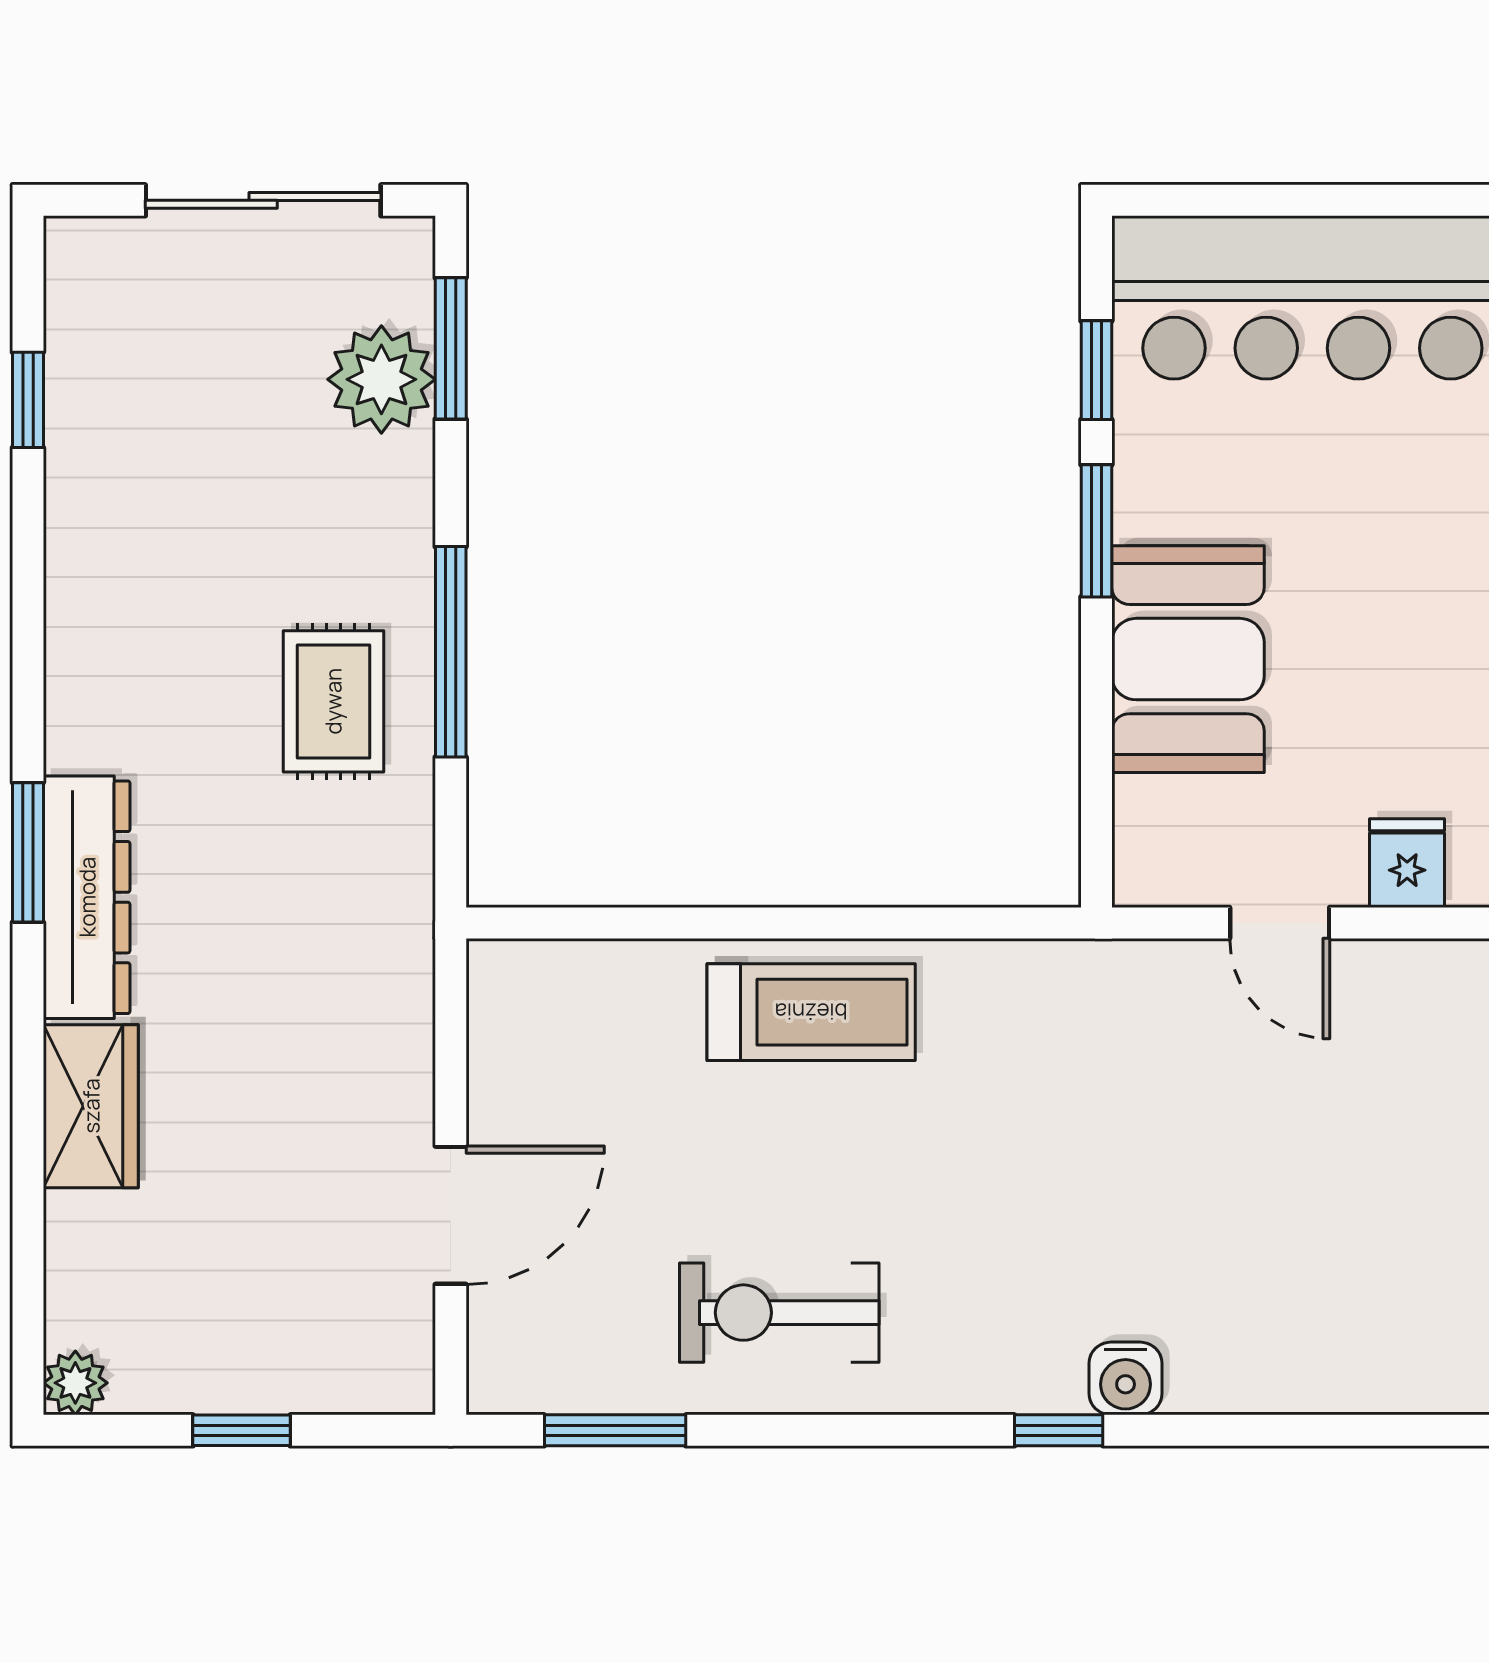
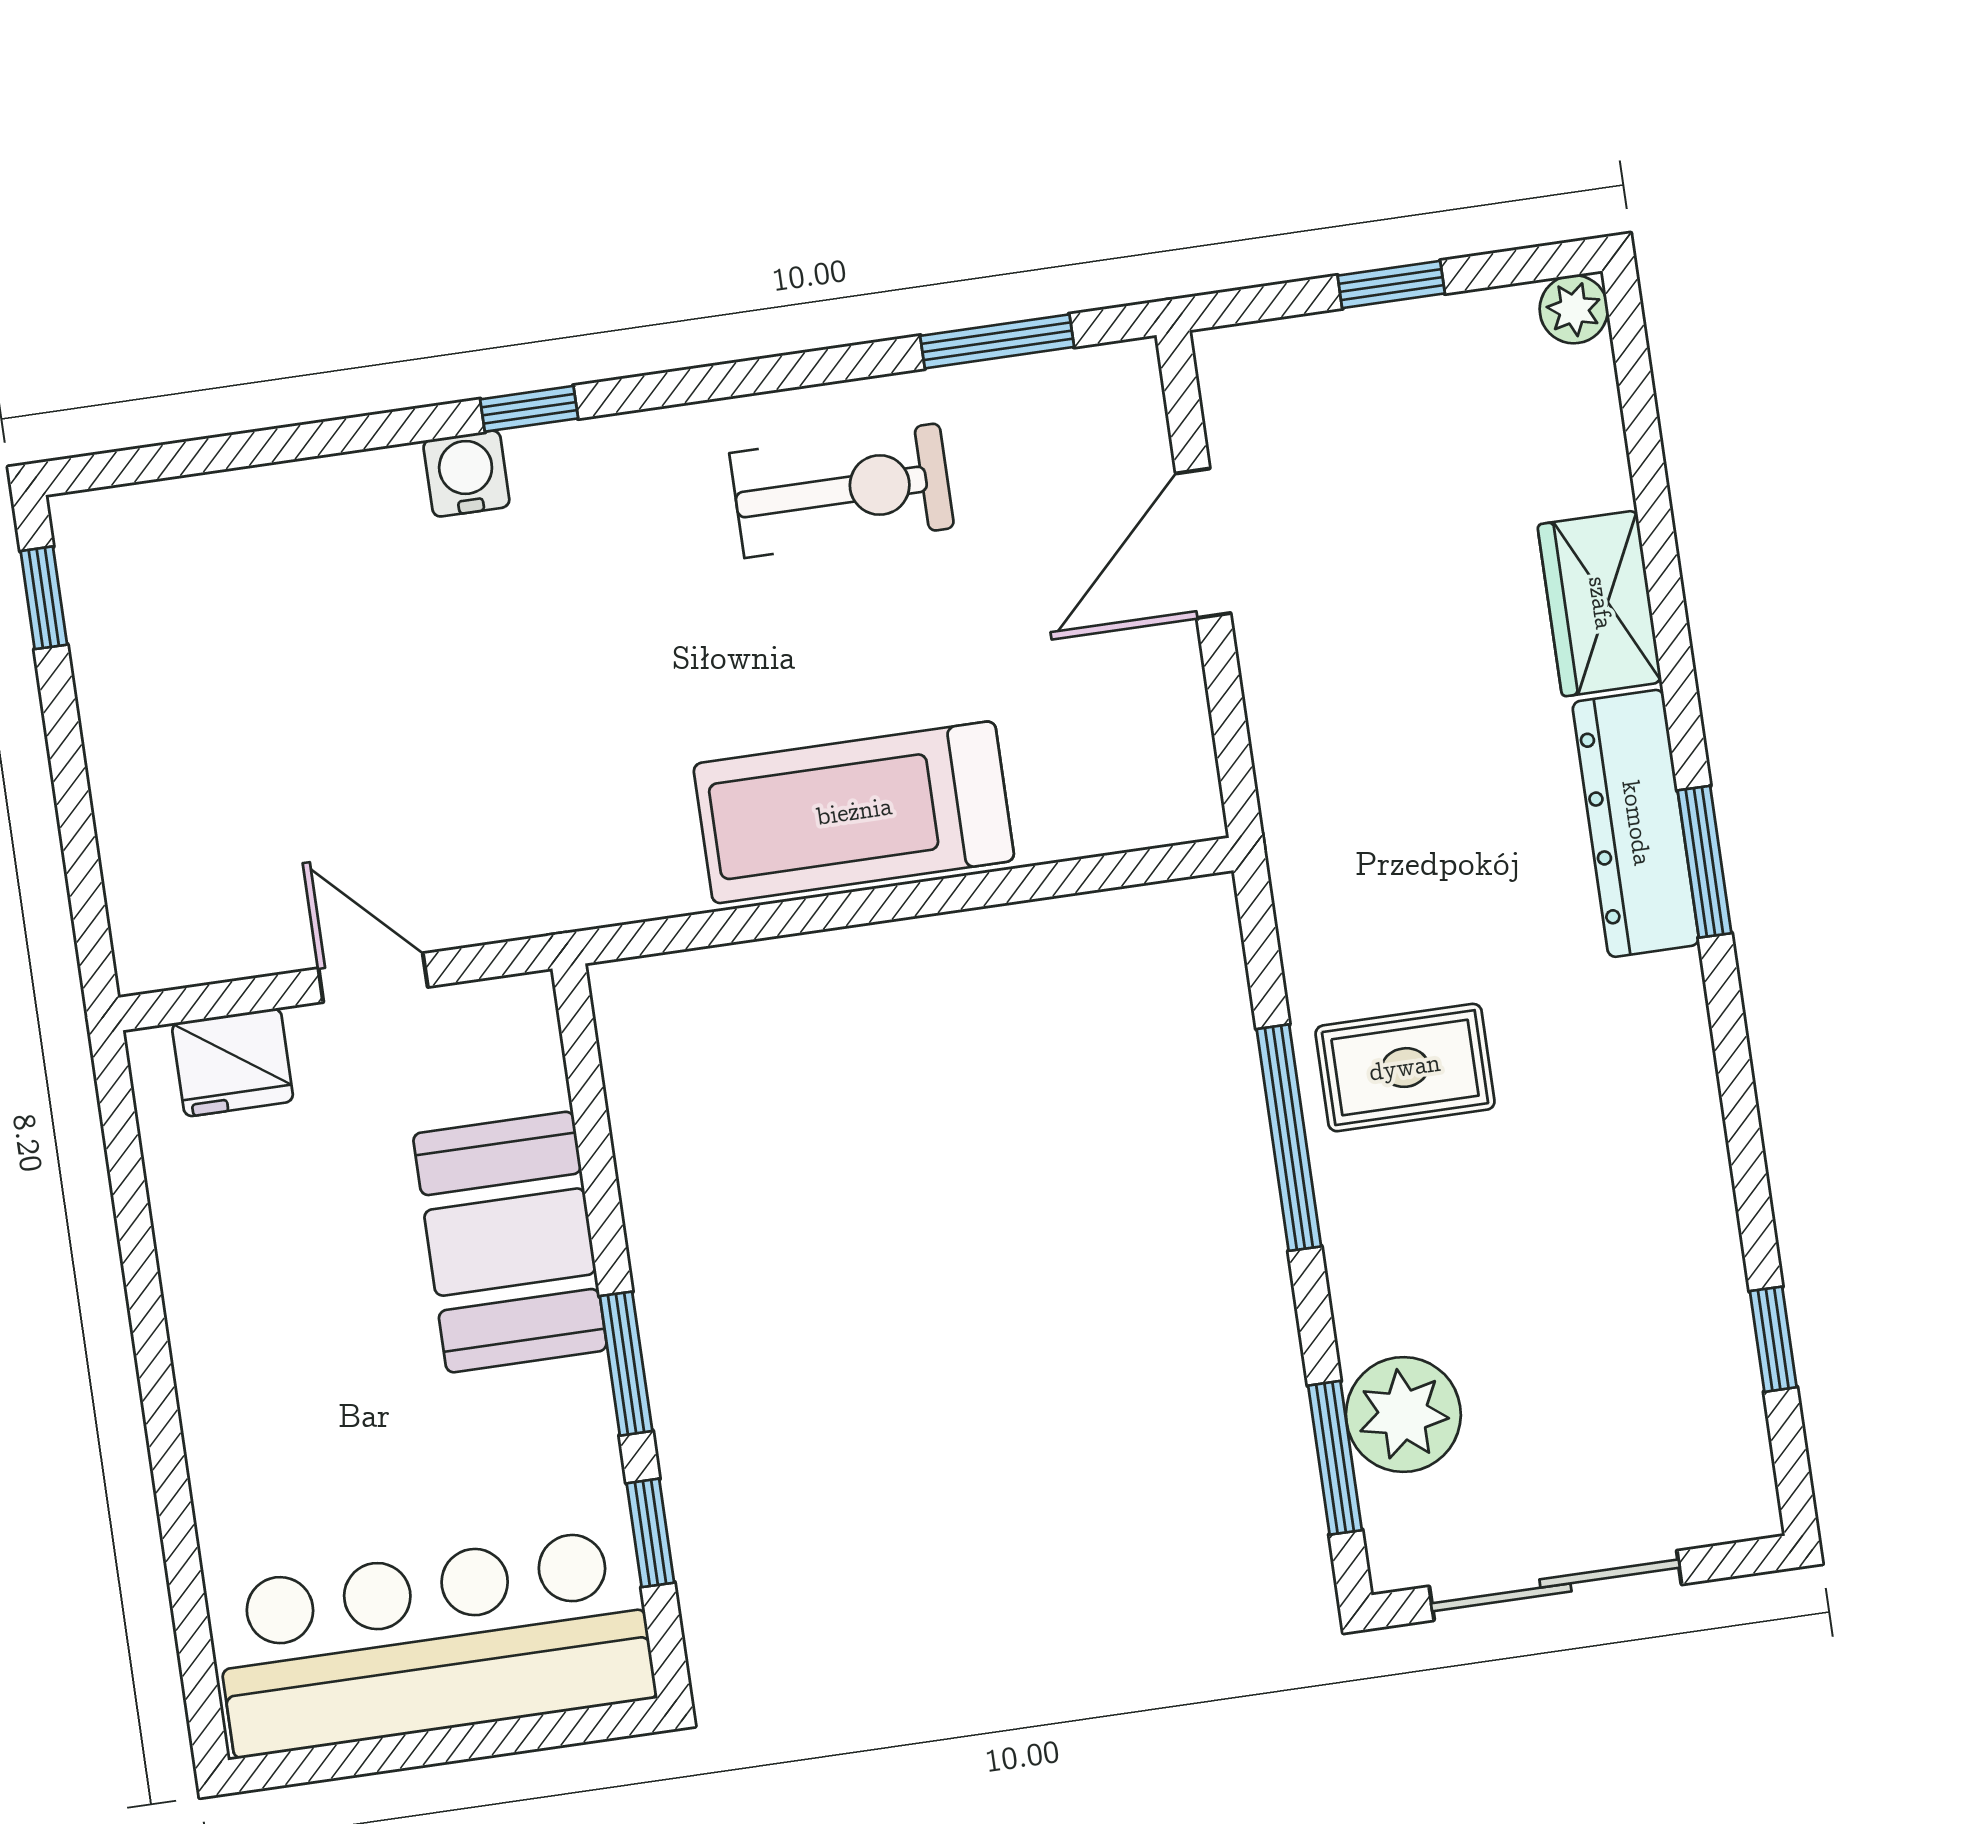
rug: (333, 701) -> (1405, 1068), turned 90
fridge: (1407, 863) -> (233, 1062), width x1.38
treadmill: (811, 1012) -> (854, 812), width x1.37, depth x1.38

